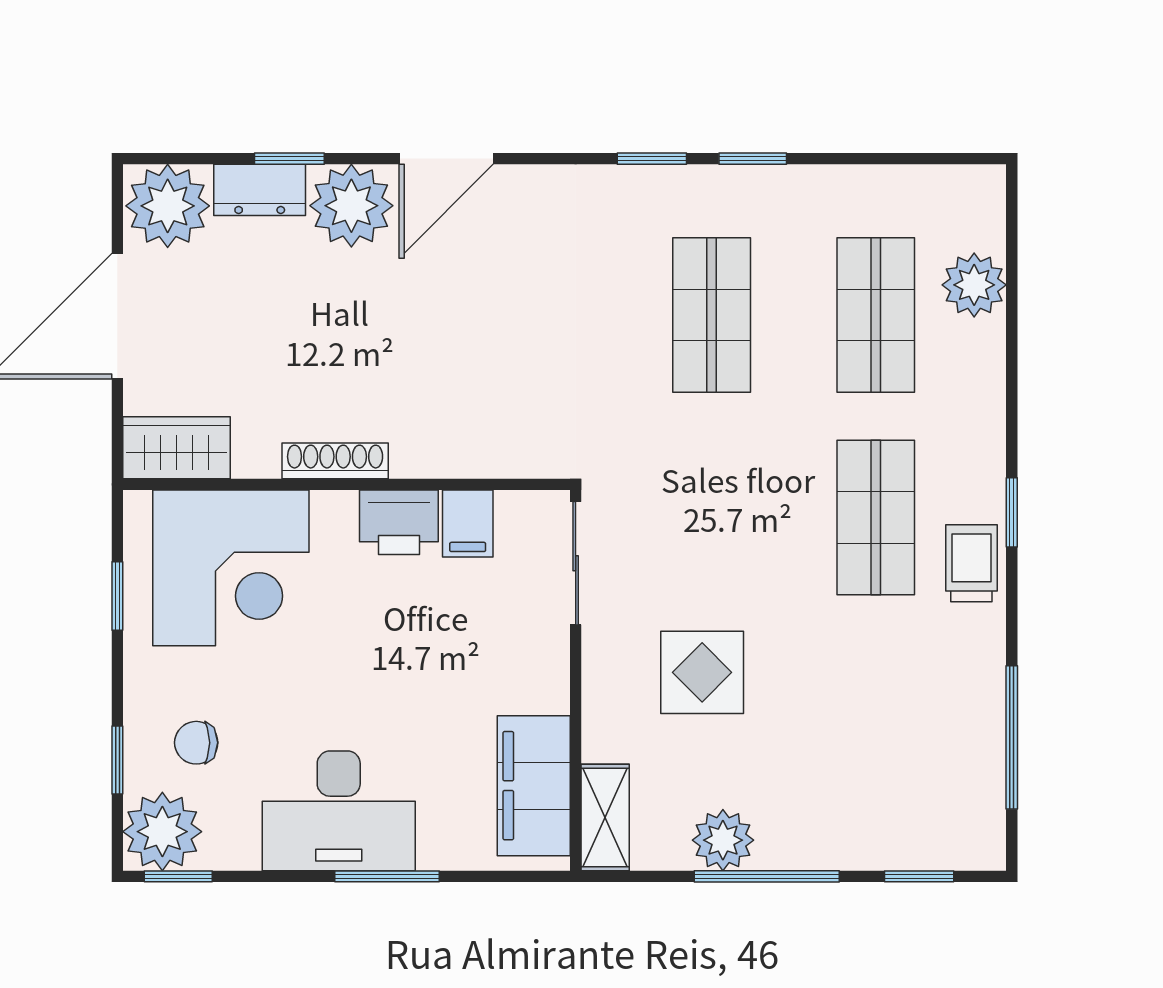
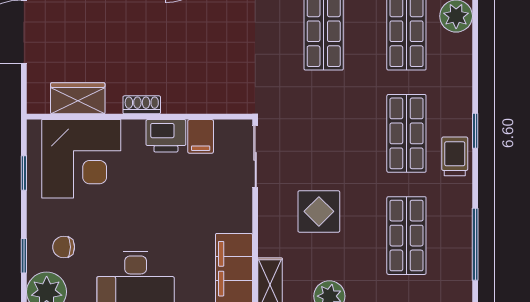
wardrobe: (177, 448) -> (78, 98), moved
shoe rack: (335, 461) -> (142, 105), width x0.70
shop shelf: (876, 720) -> (406, 236), added

